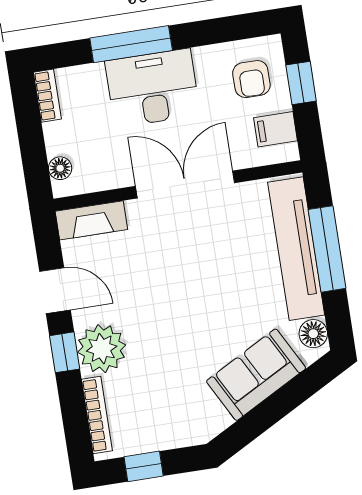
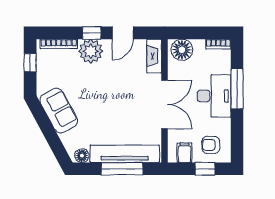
floor lamp: (60, 168) -> (182, 50), width x1.89, depth x1.89
sofa: (256, 375) -> (59, 111), moved

